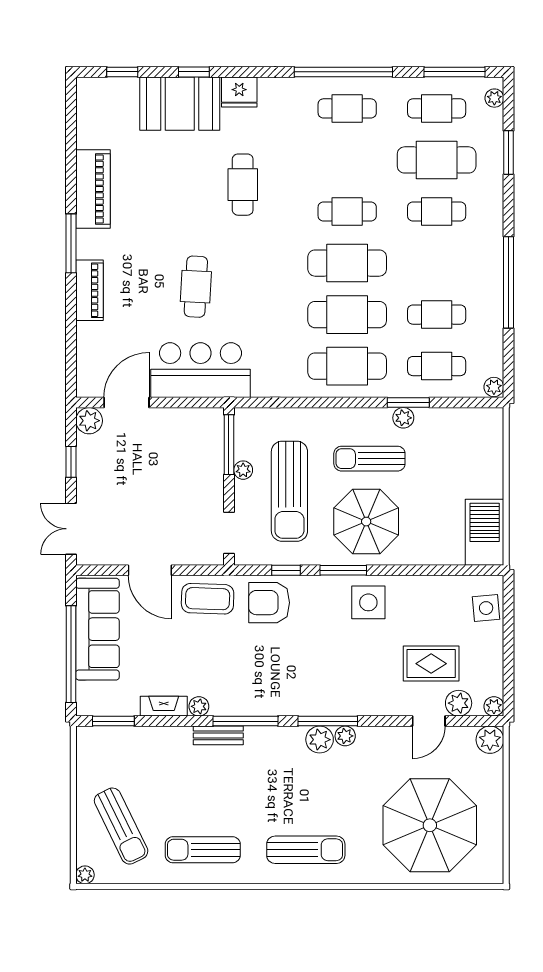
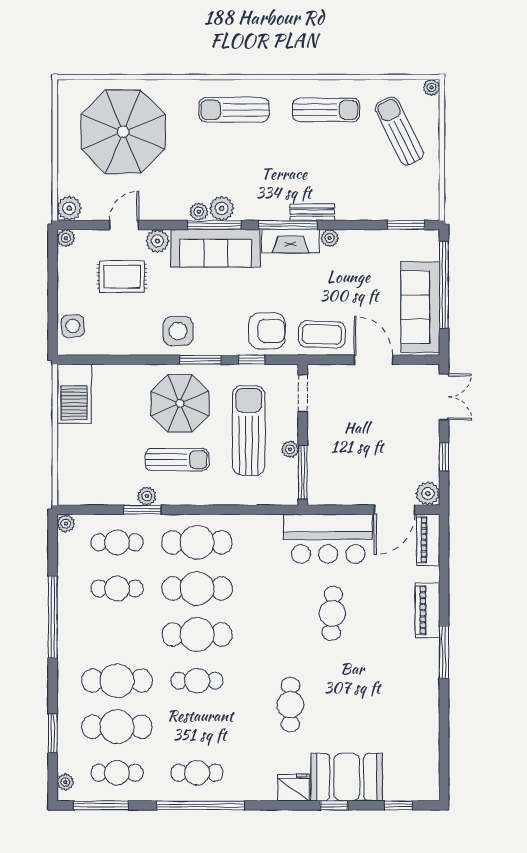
piano: (93, 189) -> (428, 540), moved, width x0.73, depth x0.75
cafe table: (437, 212) -> (117, 681), width x1.37, depth x1.35
sofa: (327, 695) -> (215, 248), added
plant: (459, 703) -> (157, 241), moved
fireplace: (164, 706) -> (290, 241), moved, width x1.37, depth x1.32

